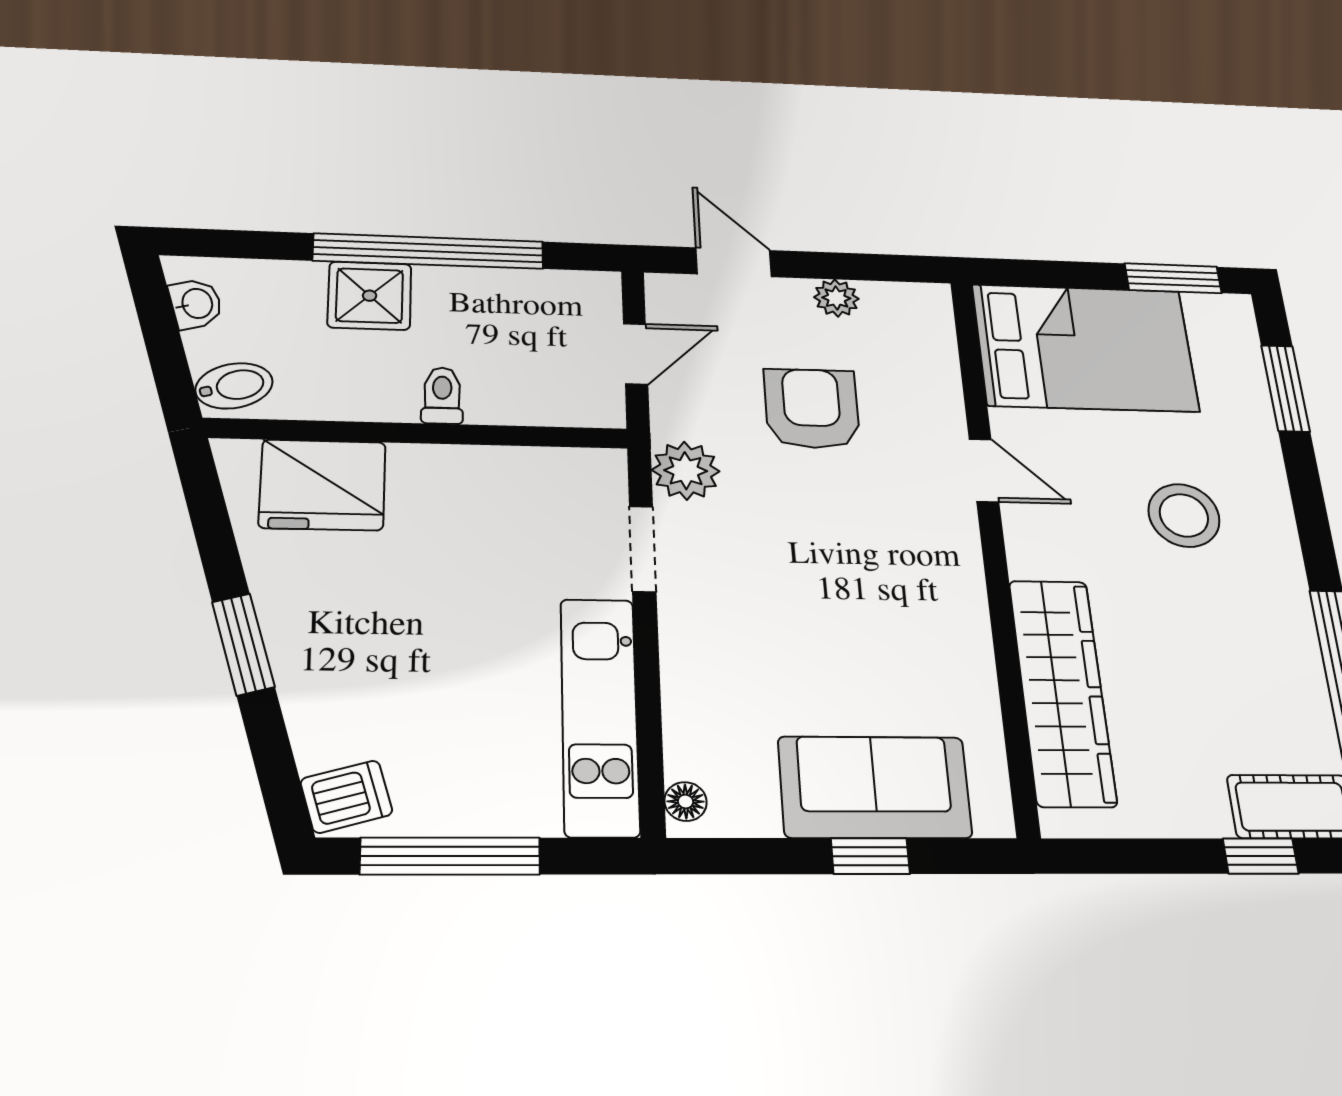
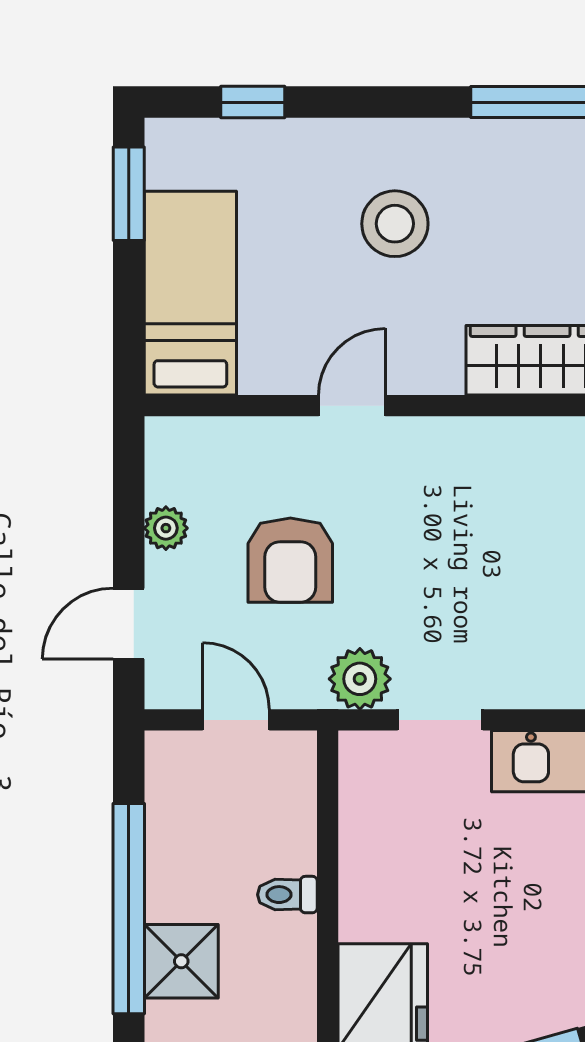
bed: (1085, 348) -> (190, 293), width x0.67
window: (1285, 388) -> (253, 102), width x0.67
armchair: (812, 408) -> (290, 560), turned -90

